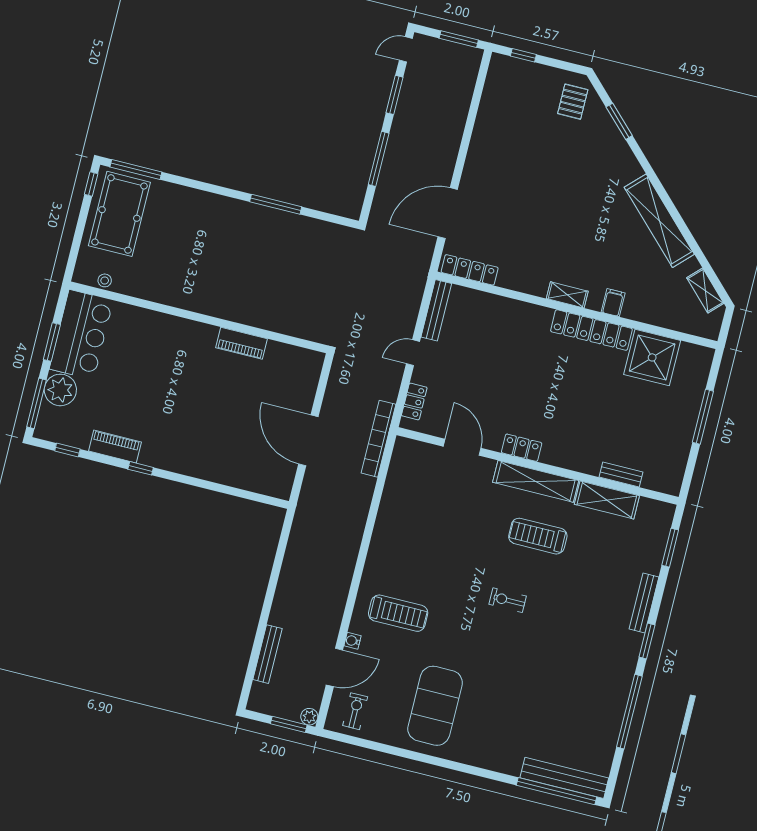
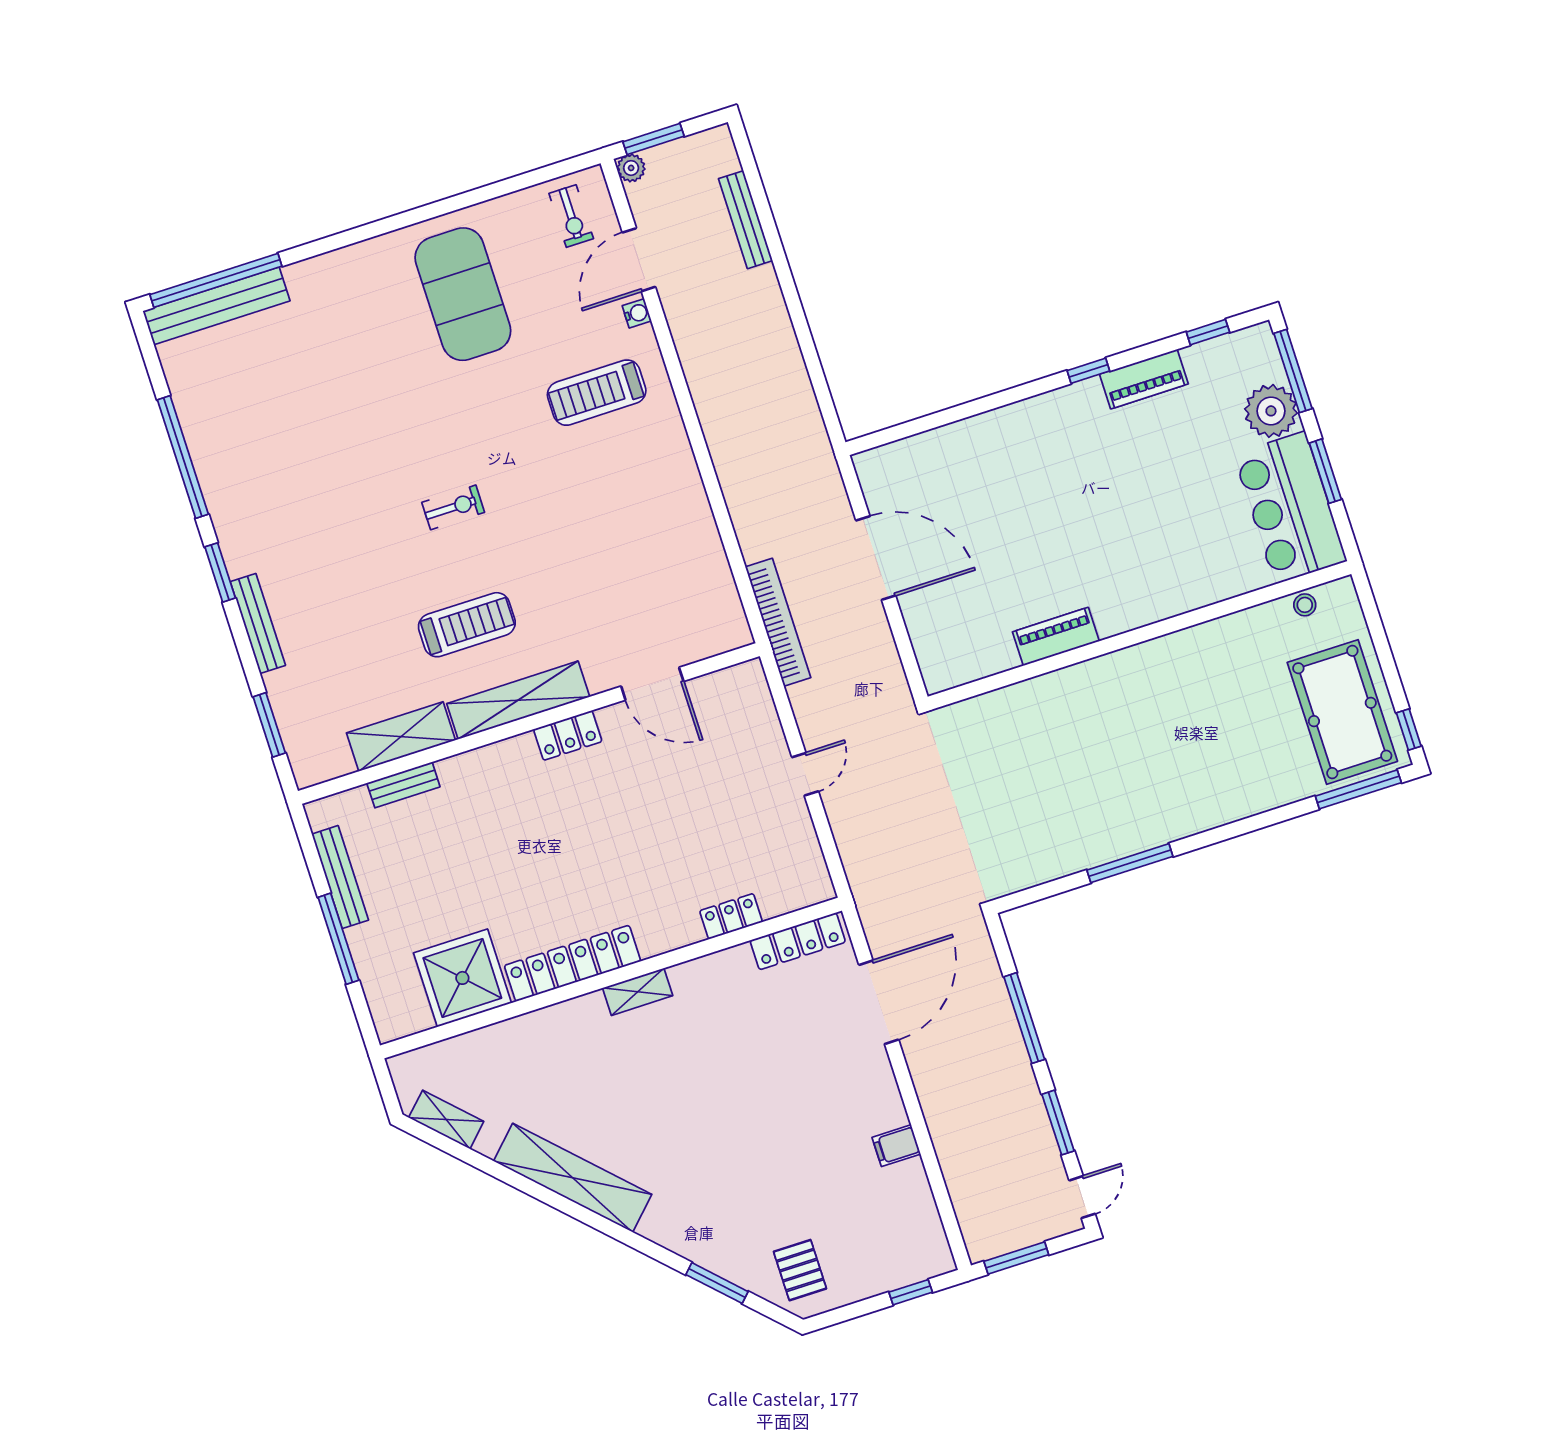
filing cabinet: (613, 303) -> (896, 1146), moved, turned 90
bench: (436, 310) -> (340, 877), moved
locker: (414, 401) -> (731, 916), moved, turned 90

